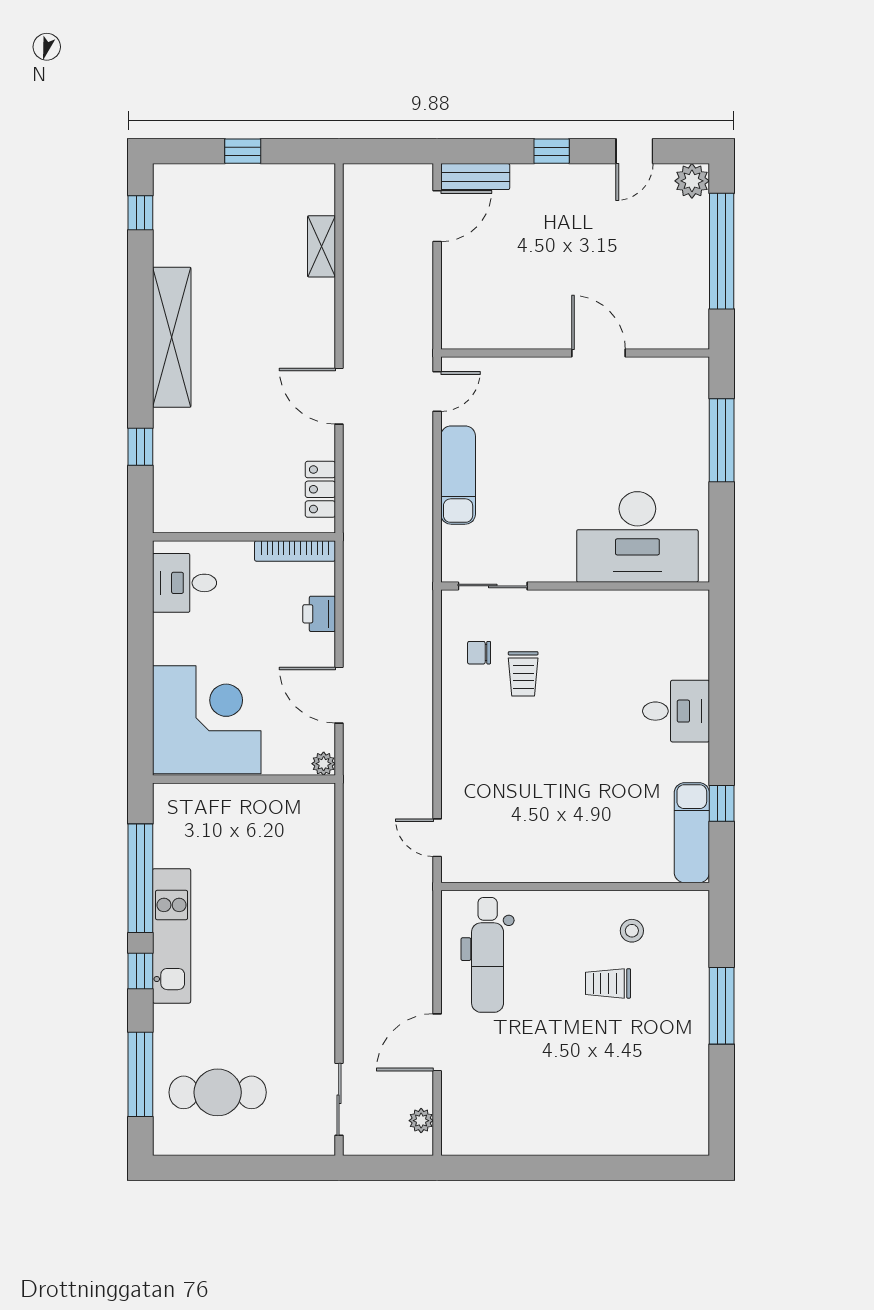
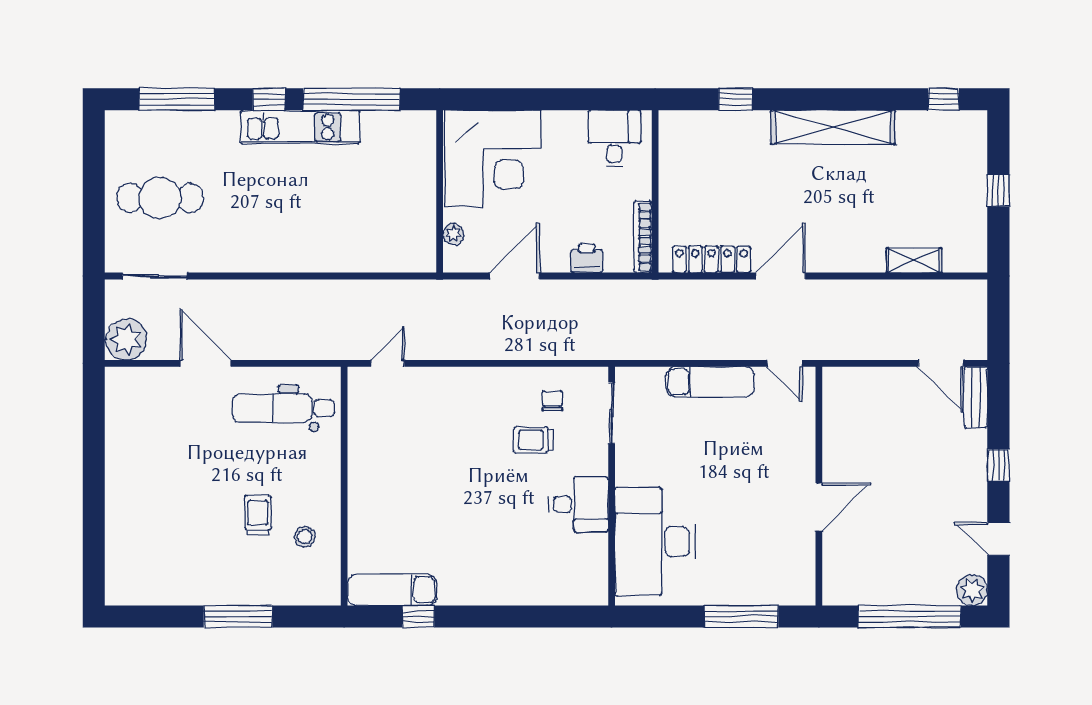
locker: (320, 489) -> (711, 259), width x1.53
desk: (676, 711) -> (579, 504), moved, turned -90
plant: (324, 764) -> (453, 234), moved
cafe table: (218, 1092) -> (160, 198), moved, turned 90
plant: (421, 1121) -> (126, 339), width x1.87, depth x1.87

